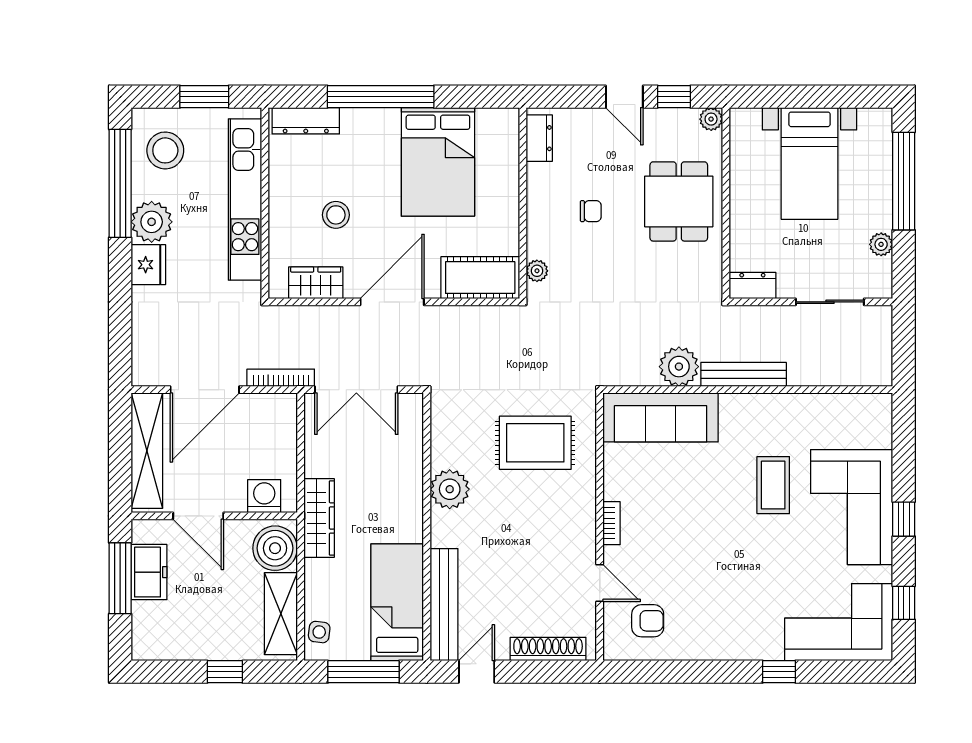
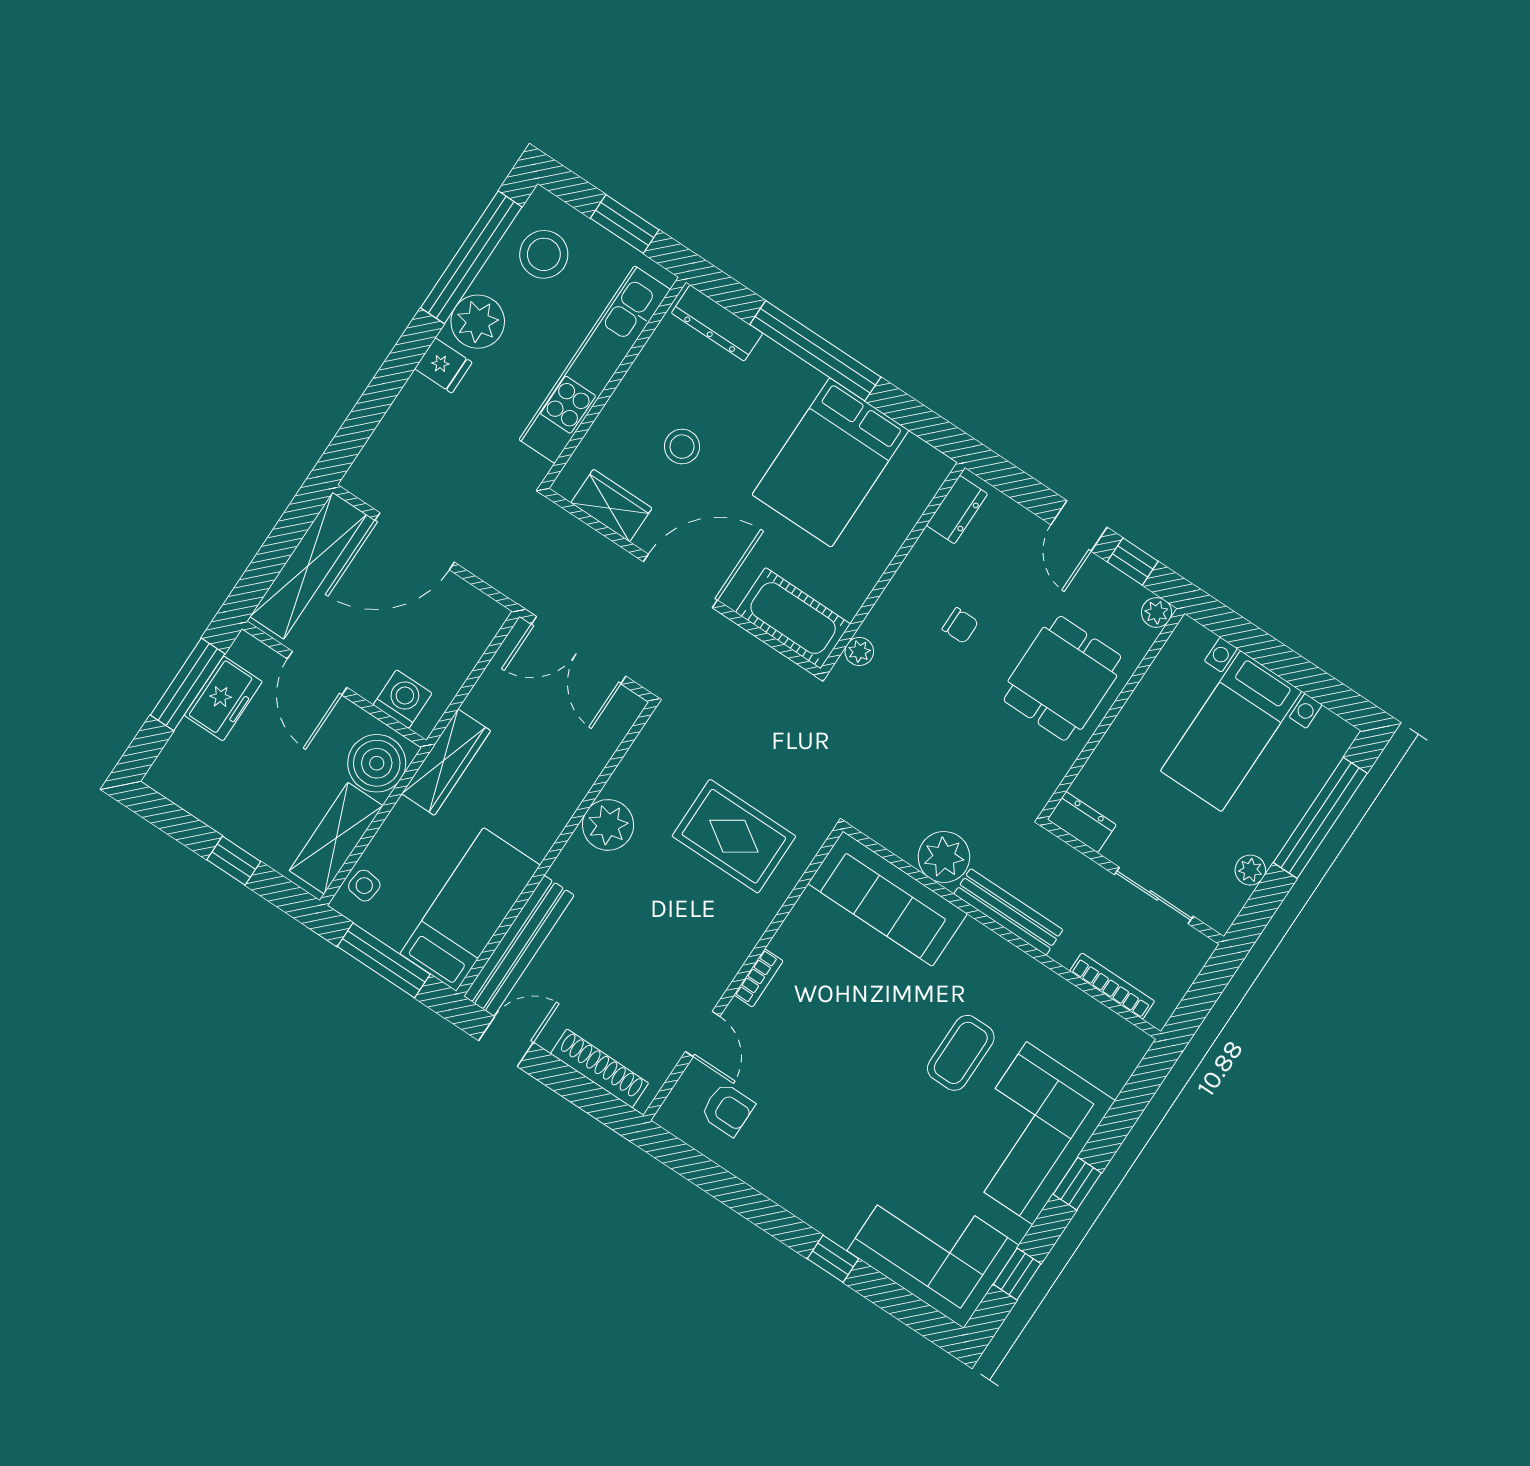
fridge: (148, 265) -> (443, 366), width x0.72
bookcase: (281, 378) -> (1112, 986), moved

